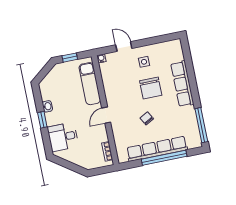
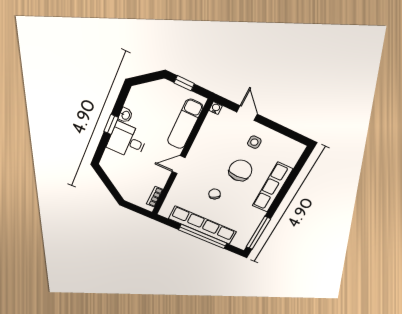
chair: (151, 88) -> (240, 171), turned 180
desk: (63, 137) -> (127, 141), moved

